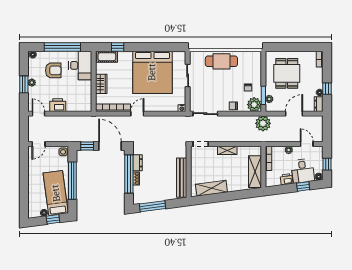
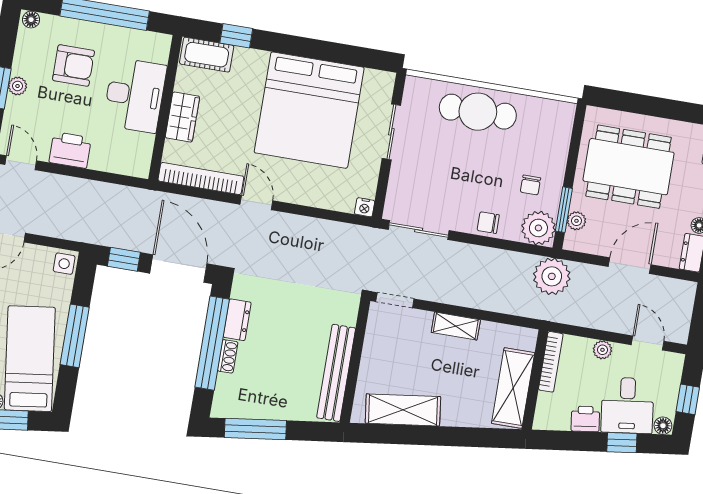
desk: (80, 65) -> (135, 95), moved
dining table: (287, 73) -> (629, 167), width x1.38
door: (137, 114) -> (256, 203), hinge flipped
window: (72, 181) -> (75, 336), width x0.68

